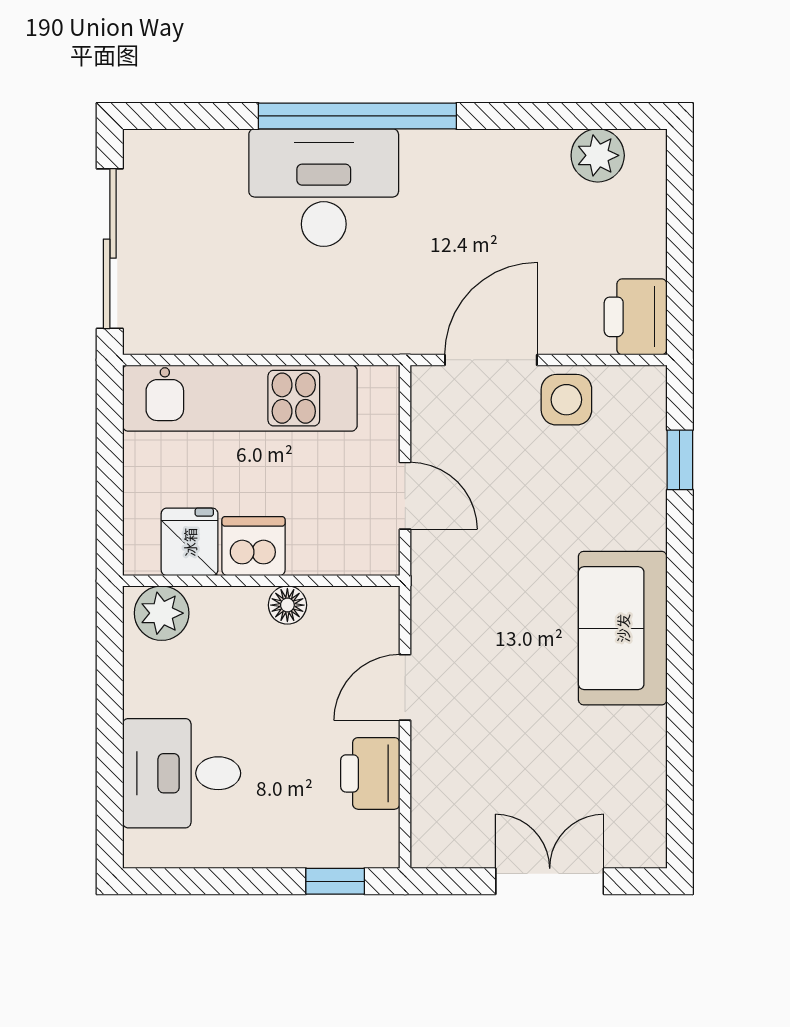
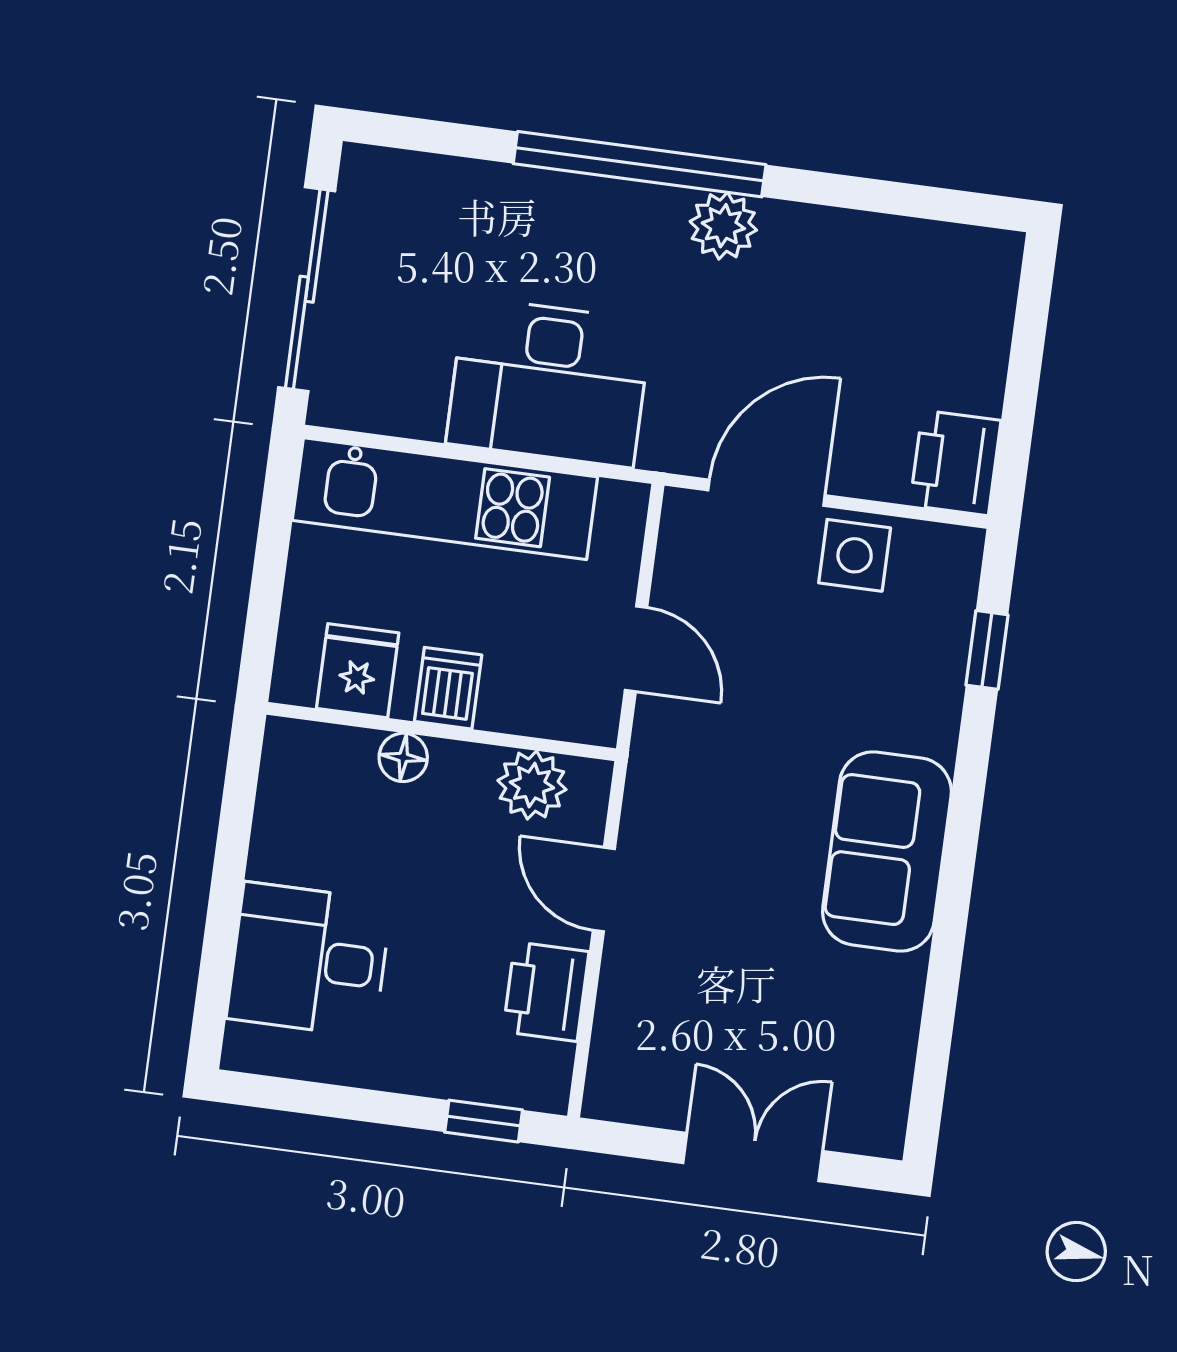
plant: (598, 155) -> (723, 226), moved
desk: (324, 188) -> (549, 382), moved, turned 180
dishwasher: (254, 546) -> (448, 688), width x0.73
floor lamp: (287, 605) -> (403, 757), moved
plant: (162, 613) -> (532, 785), moved
door: (405, 687) -> (604, 889), hinge flipped

